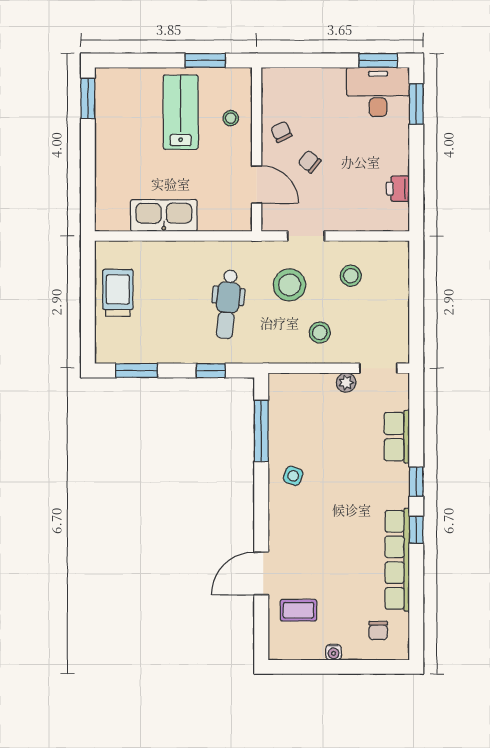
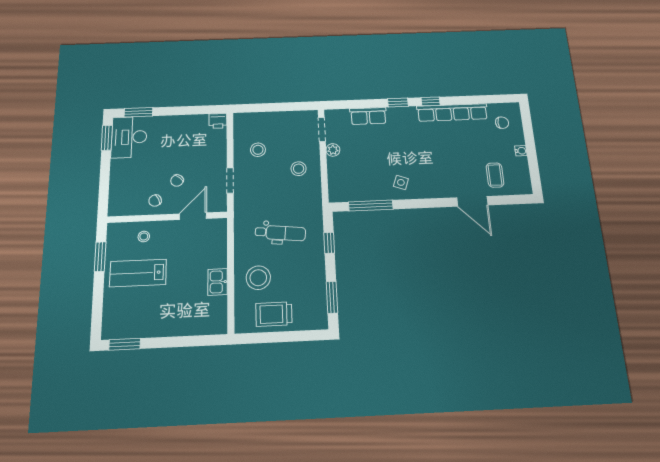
printer: (398, 189) -> (218, 121), moved
kitchen sink: (164, 215) -> (218, 282), width x0.53, depth x0.81
stool: (289, 285) -> (258, 278), moved

